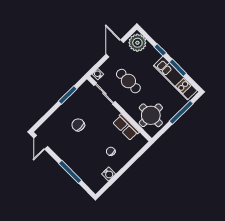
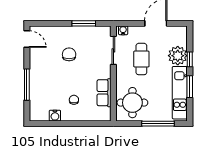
plant: (137, 43) -> (178, 56), moved
door: (41, 142) -> (27, 39), swing flipped

